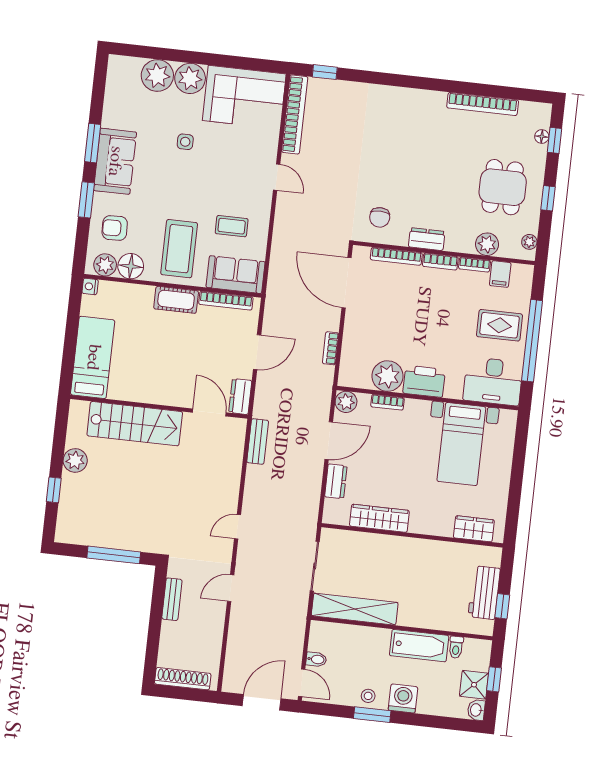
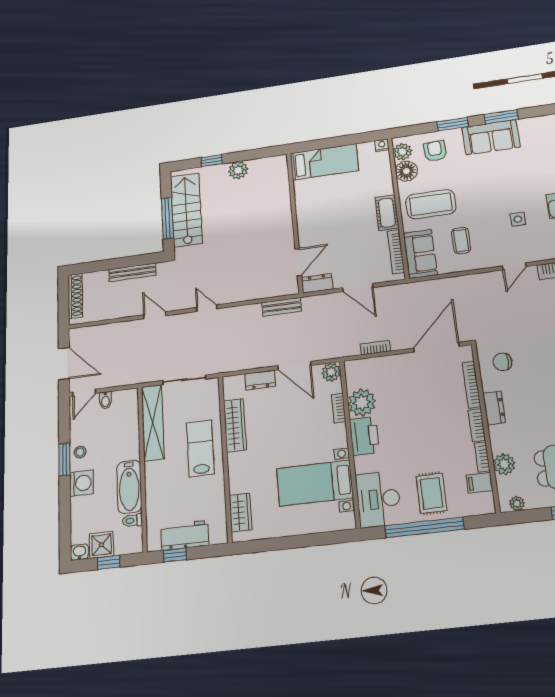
side table: (185, 142) -> (518, 219), moved
stairs: (135, 424) -> (186, 210), moved, turned 180
lab bench: (396, 560) -> (200, 448), added
bench: (172, 599) -> (132, 272), width x1.36

